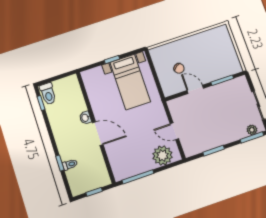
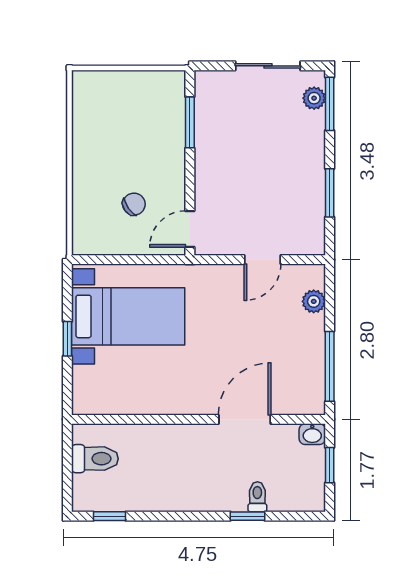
door: (195, 89) -> (190, 229), moved
toilet: (48, 94) -> (95, 459), moved
washbasin: (85, 118) -> (312, 434), moved
door: (98, 134) -> (245, 419), moved
plant: (162, 155) -> (314, 301), width x0.53, depth x0.53

